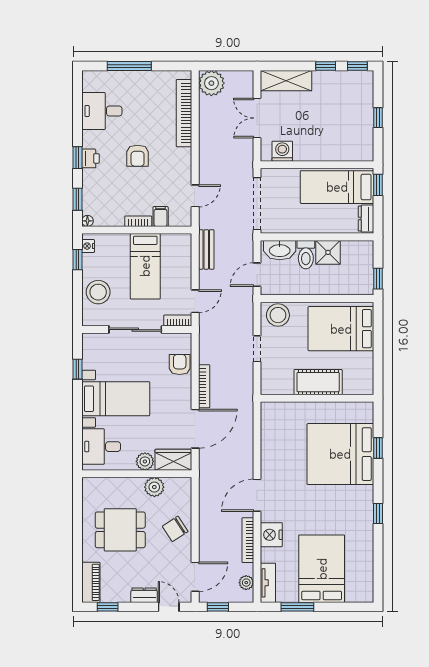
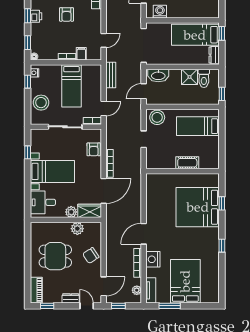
toilet: (306, 255) -> (204, 78), moved
bed: (341, 329) -> (198, 126), width x0.67
armchair: (180, 365) -> (94, 149), turned 180
cot: (318, 382) -> (187, 163), width x0.73, depth x0.75

